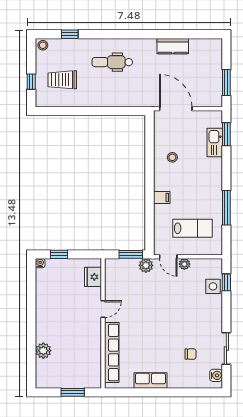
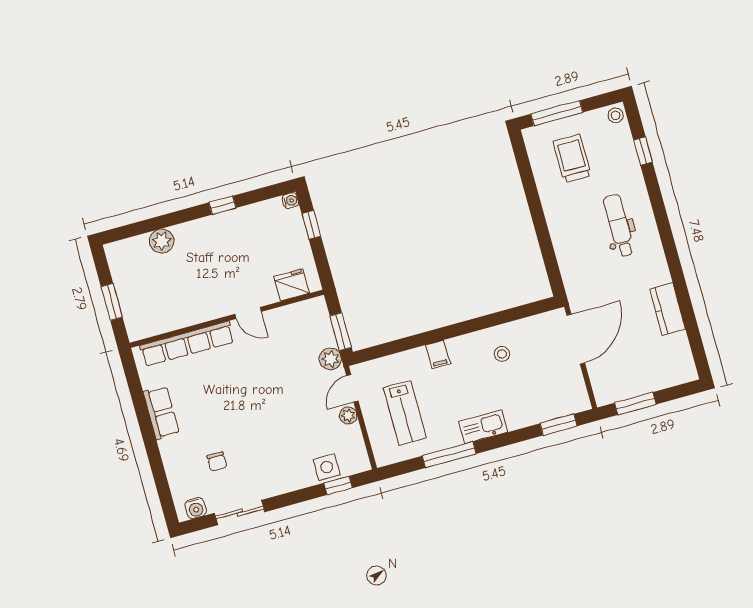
window: (31, 82) -> (557, 113), width x2.17
kitchen sink: (215, 142) -> (483, 427), moved
window: (31, 306) -> (222, 205), added

